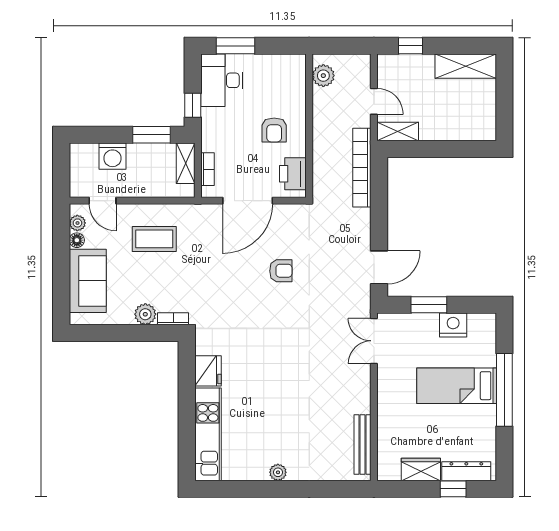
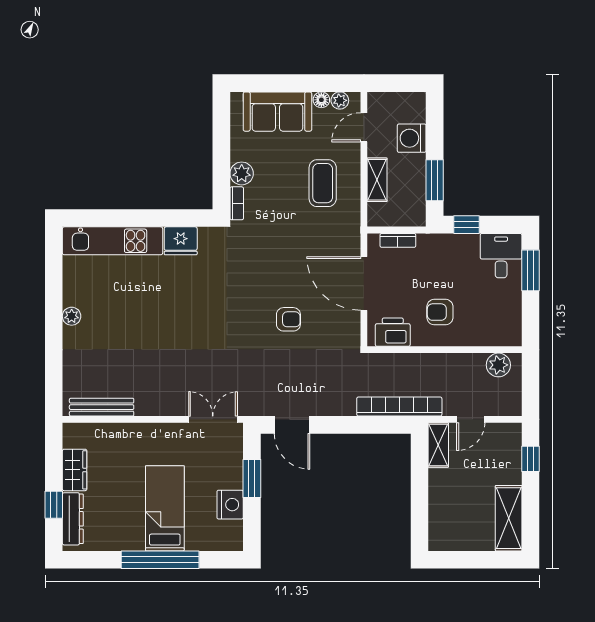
desk: (222, 80) -> (501, 256), width x0.73
shelving: (186, 163) -> (377, 180), moved, turned 90
armchair: (281, 271) -> (288, 319), turned -90

